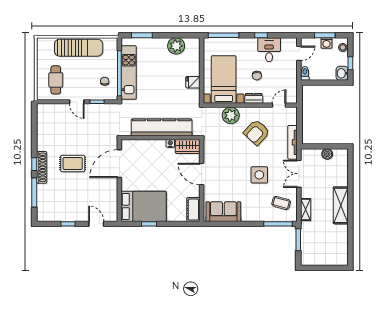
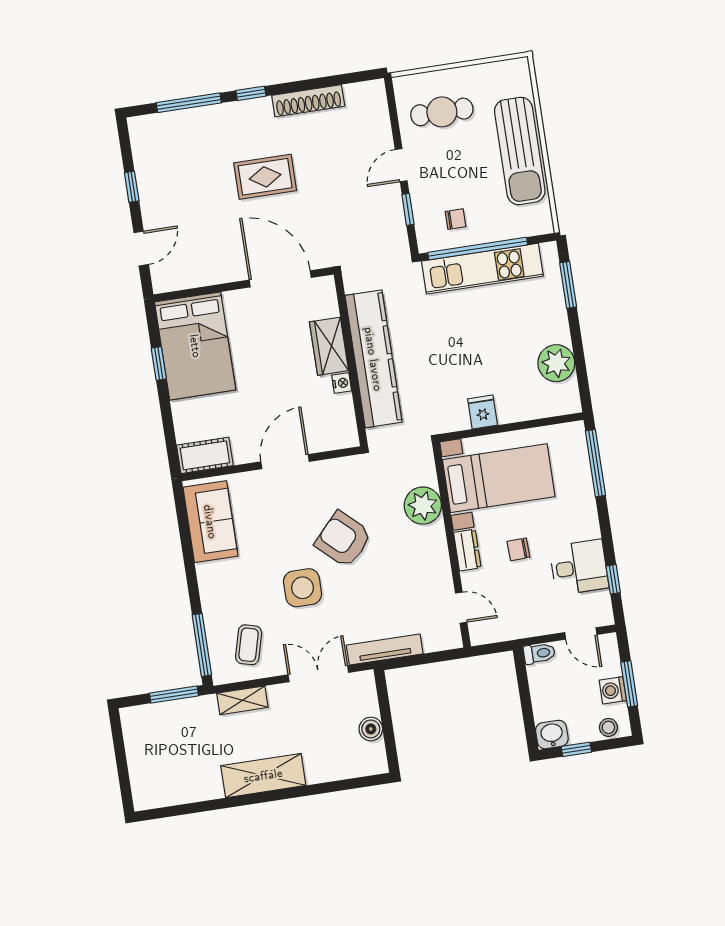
window: (261, 35) -> (613, 579), moved
armchair: (257, 132) -> (343, 539), moved
wardrobe: (188, 146) -> (329, 346), moved
rug: (73, 163) -> (265, 177), turned 90
shoe rack: (42, 167) -> (308, 101), moved

